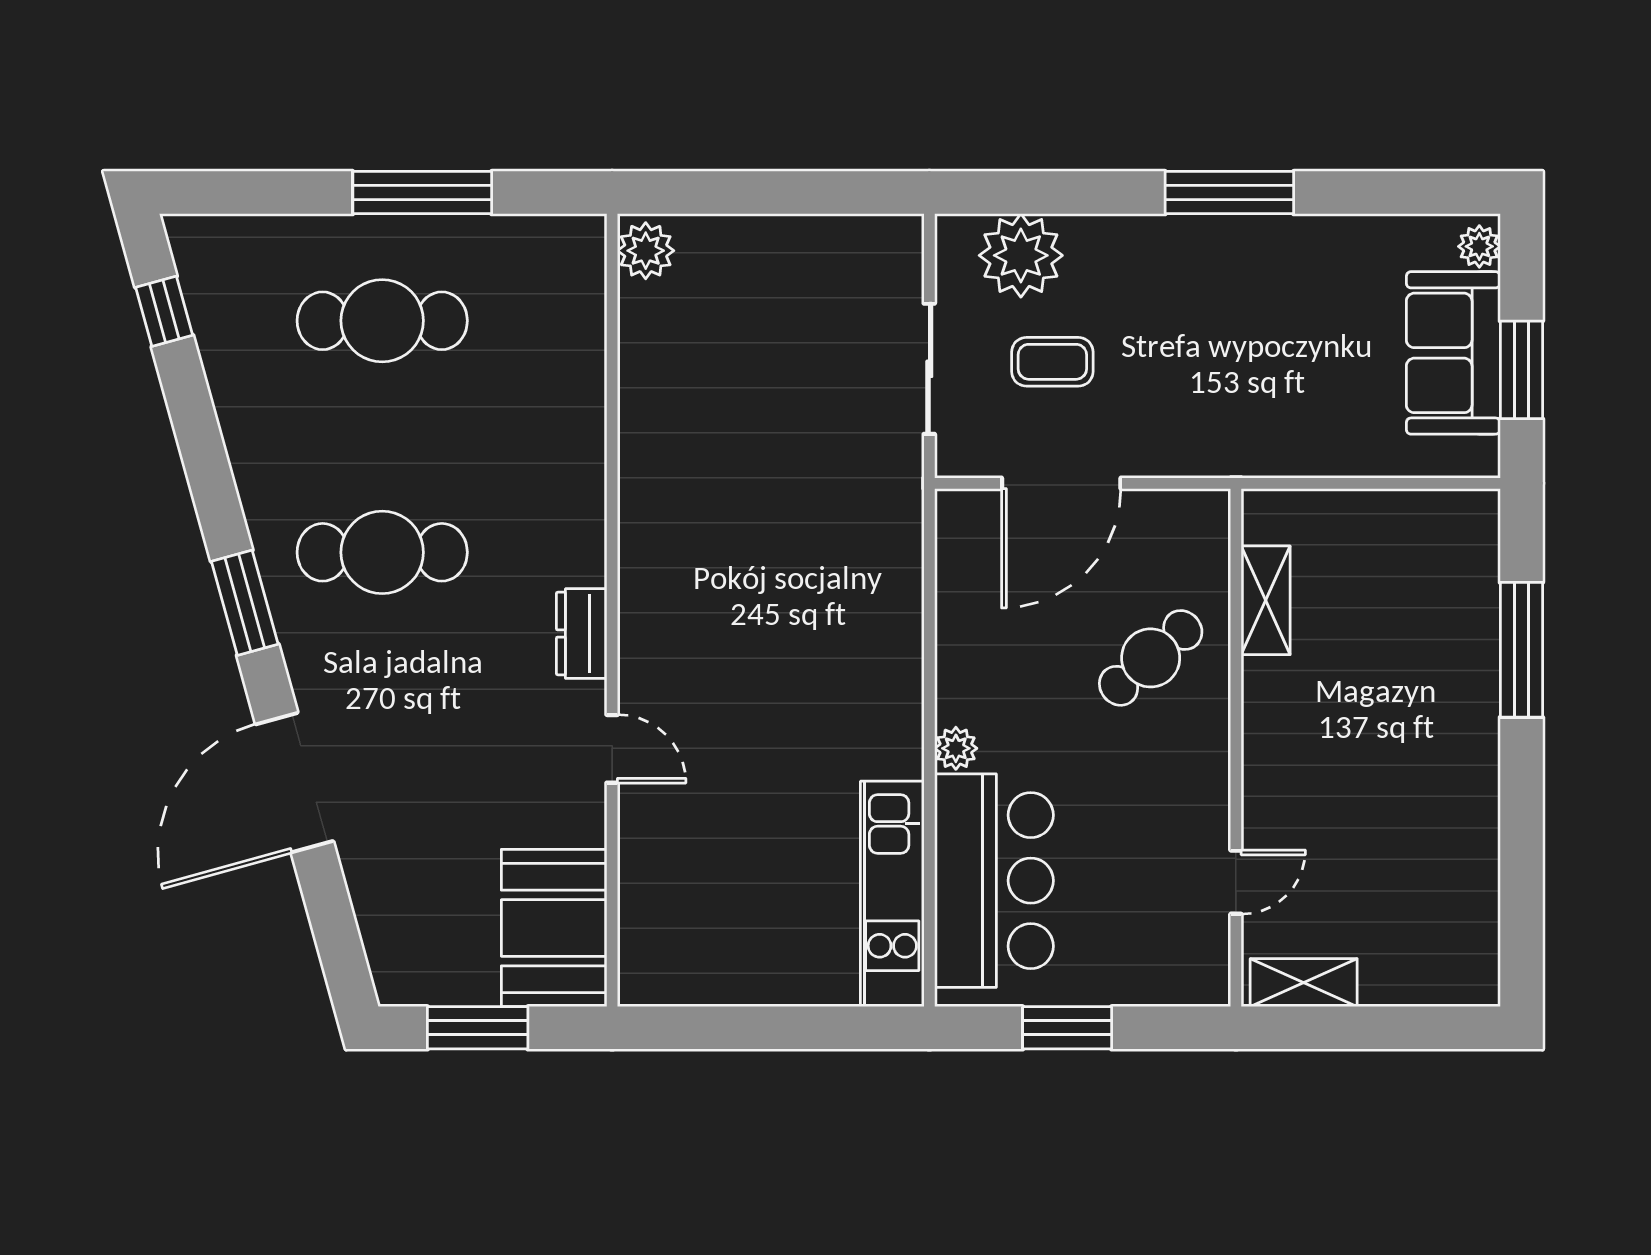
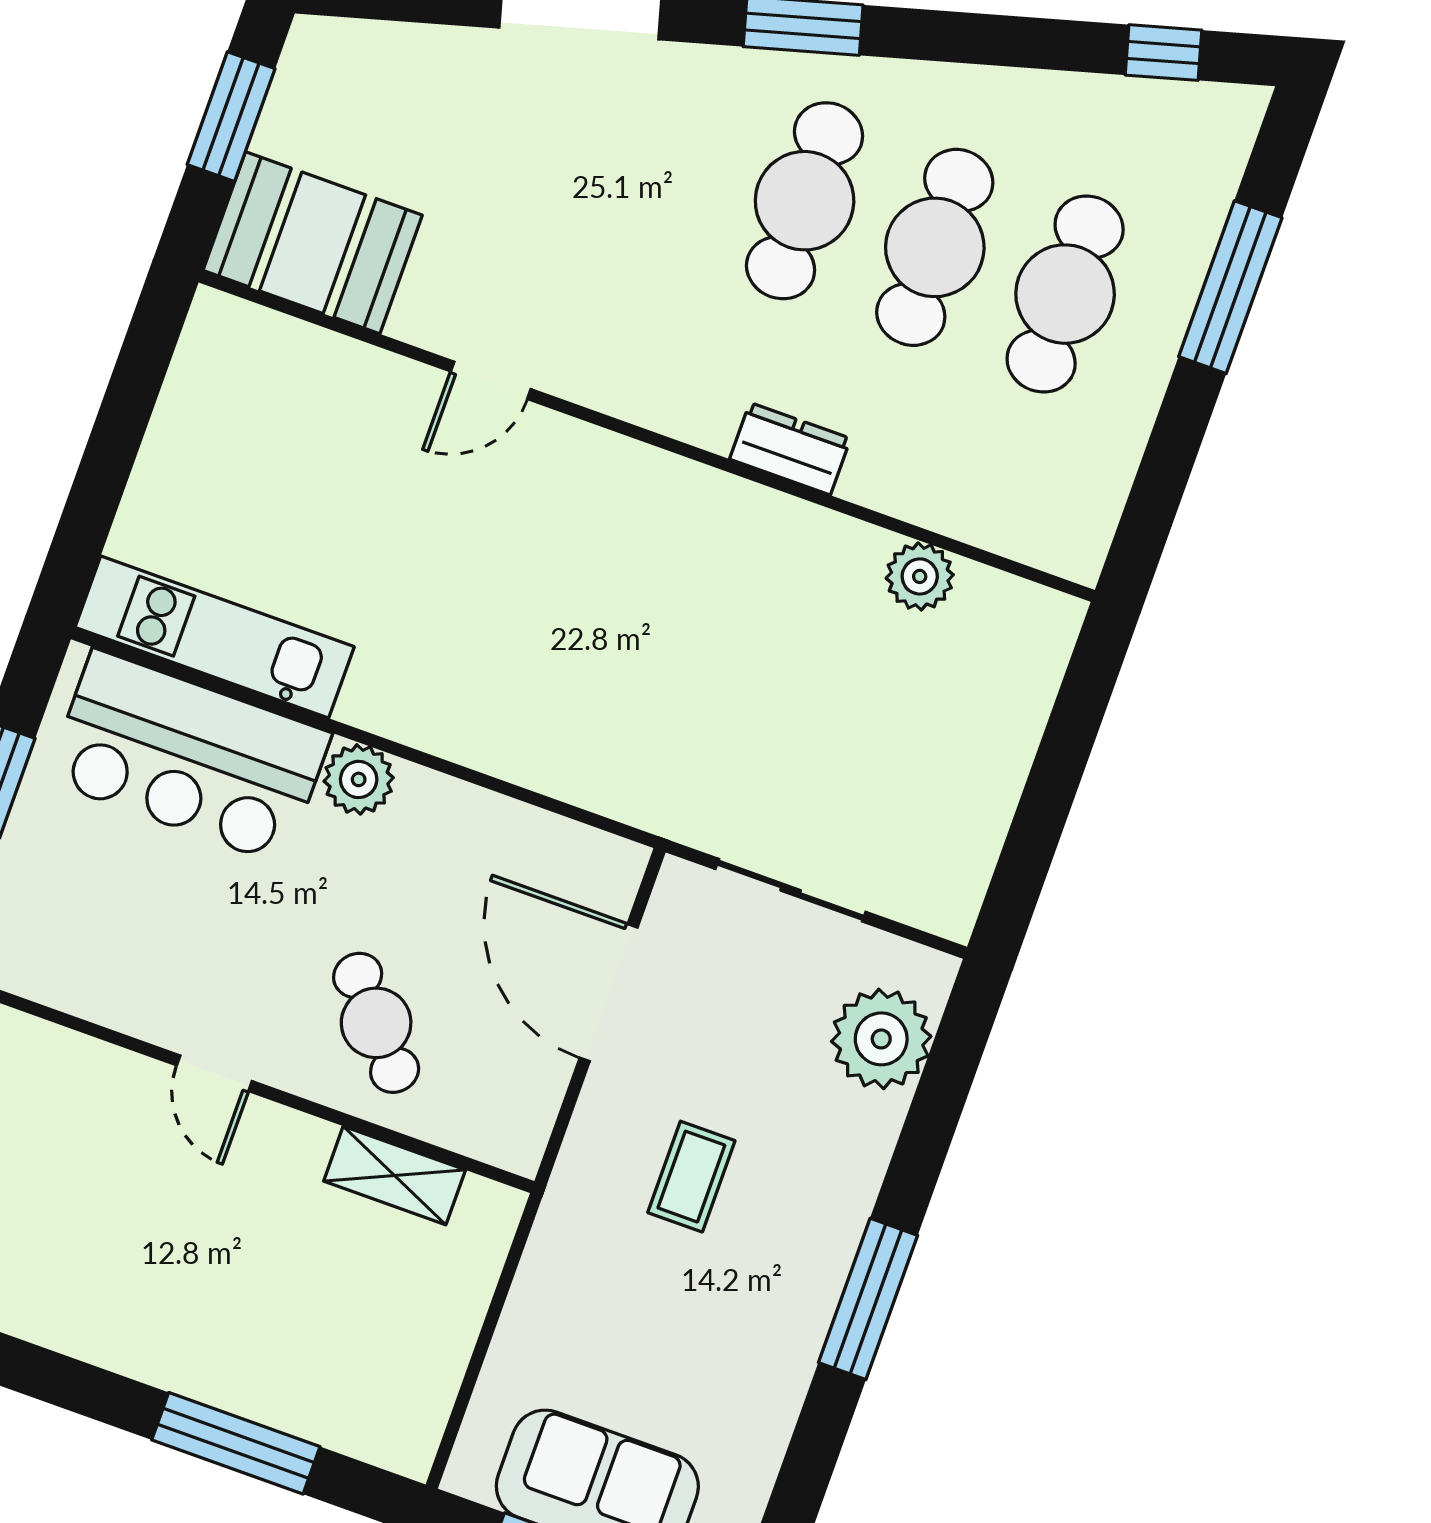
window: (422, 193) -> (1230, 287), moved
plant: (646, 251) -> (920, 576), moved
coffee table: (1052, 362) -> (691, 1177), moved
cafe table: (382, 437) -> (935, 247), added
dresser: (582, 634) -> (790, 449), moved
plant: (956, 748) -> (359, 779), width x1.38, depth x1.38
door: (1236, 882) -> (214, 1073), moved

